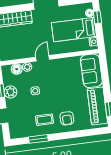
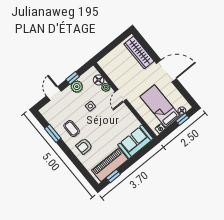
door: (43, 58) -> (121, 95), swing flipped

